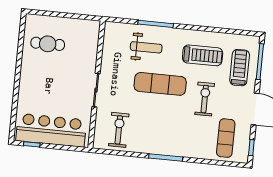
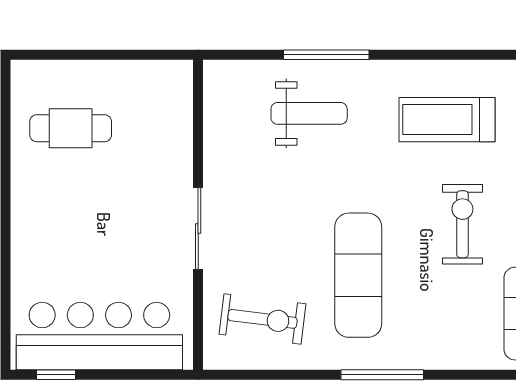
treadmill: (203, 55) -> (447, 120), turned 180
exercise mat: (160, 84) -> (358, 275), moved, turned 90
exercise bike: (119, 130) -> (263, 319), turned 97

